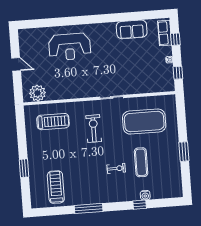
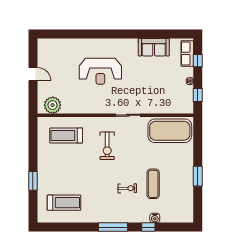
reception desk: (70, 47) -> (100, 71), moved
treadmill: (53, 122) -> (66, 135), turned 180
exercise mat: (144, 122) -> (170, 131), moved
exercise bike: (94, 129) -> (107, 146), turned 180
treadmill: (56, 187) -> (64, 203), turned 90
window: (89, 208) -> (113, 227), moved

